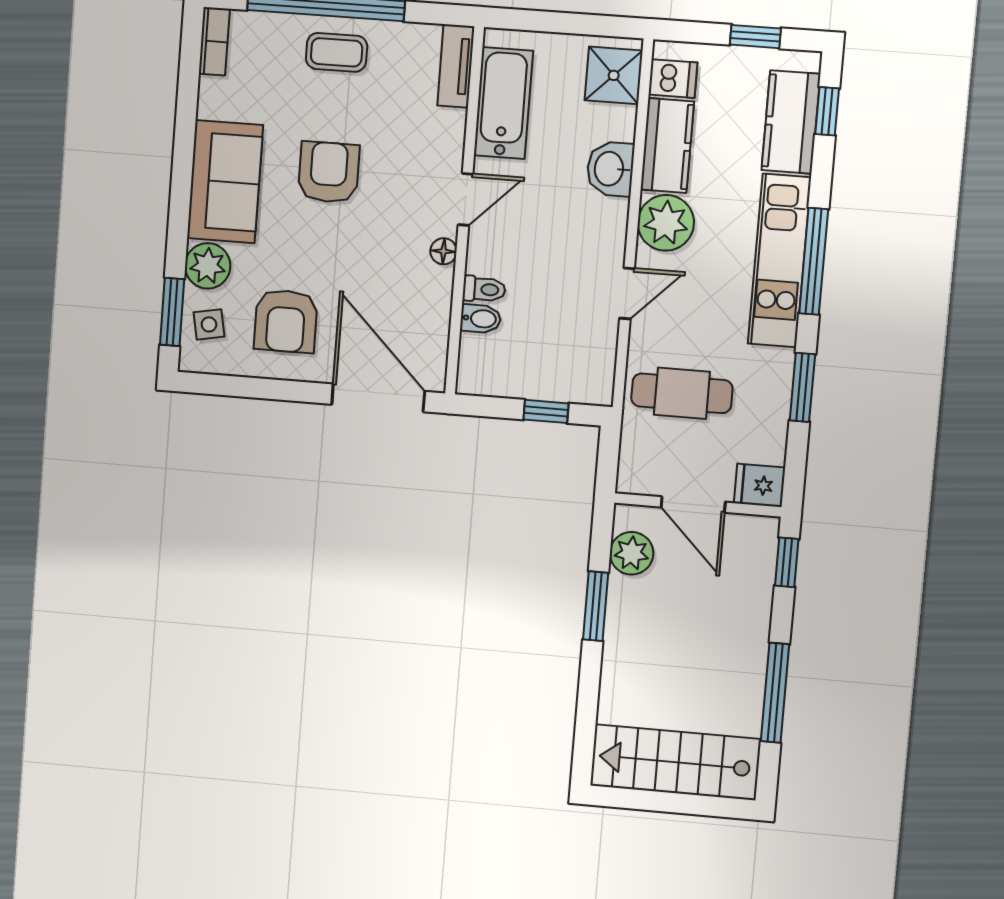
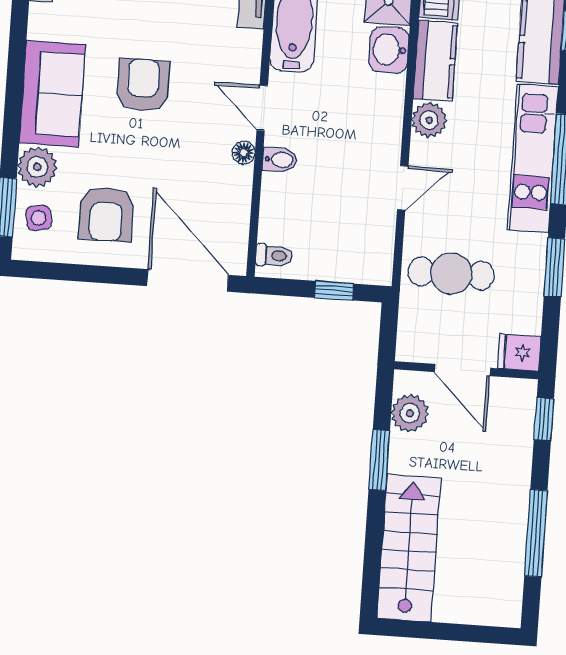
washbasin: (610, 169) -> (389, 50), moved
door: (465, 199) -> (262, 108), swing flipped
plant: (666, 223) -> (429, 120), width x0.73, depth x0.73
toilet: (484, 289) -> (274, 255), moved
bidet: (481, 319) -> (280, 160), moved
stairs: (675, 762) -> (409, 548), moved, turned 90

